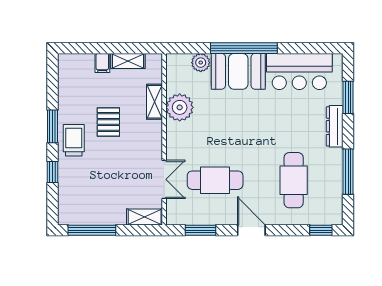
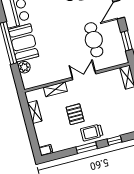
filing cabinet: (102, 63) -> (46, 150), moved
plant: (180, 107) -> (55, 73), removed
pallet: (108, 122) -> (75, 114), turned 90
double door: (164, 179) -> (84, 76), moved

